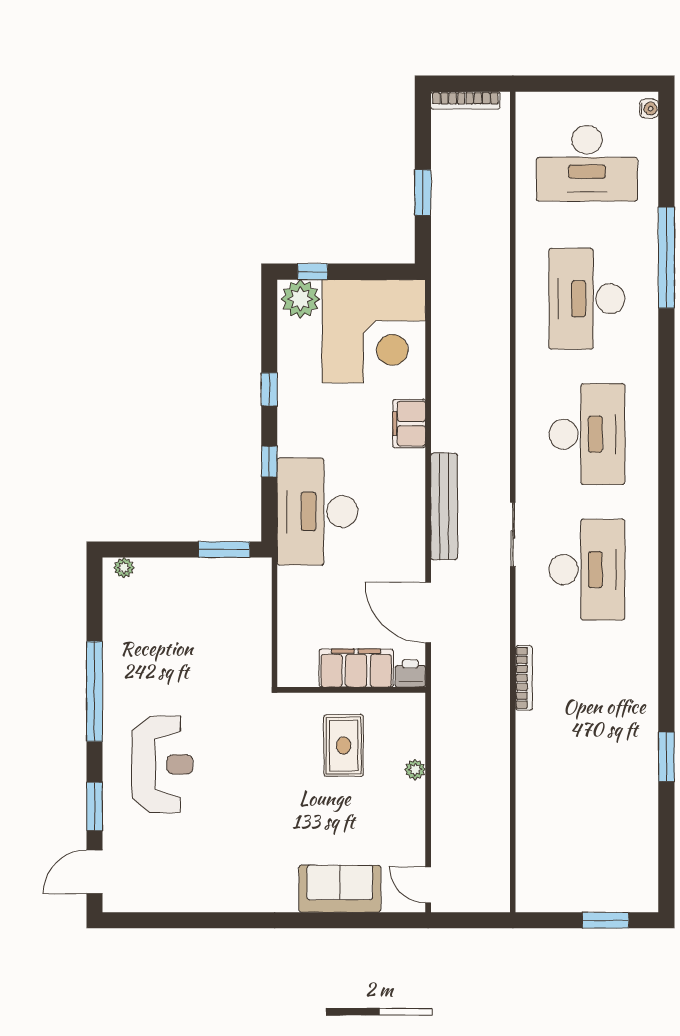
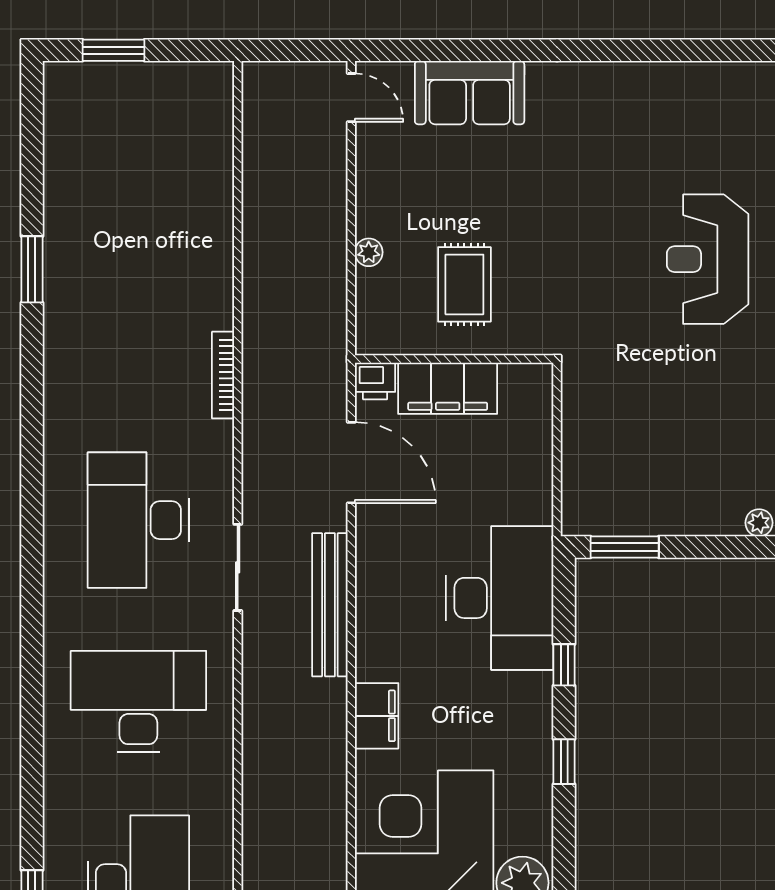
desk: (587, 434) -> (138, 702), turned 90

